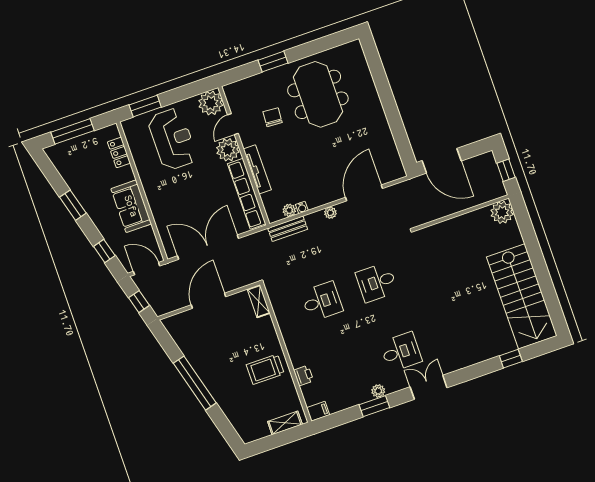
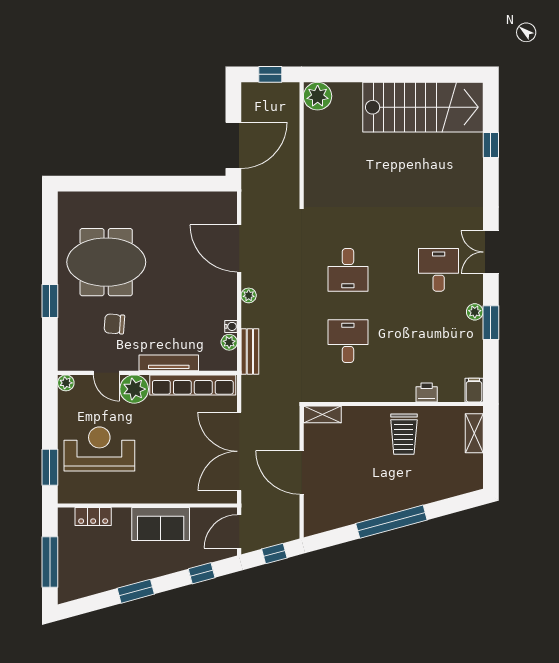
plant: (211, 103) -> (66, 383), width x0.53, depth x0.53

